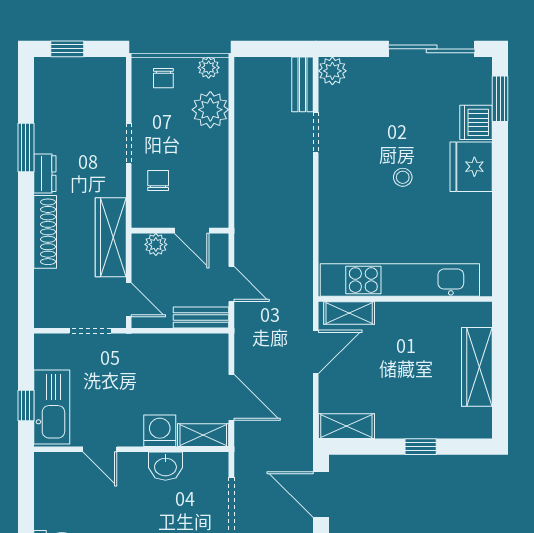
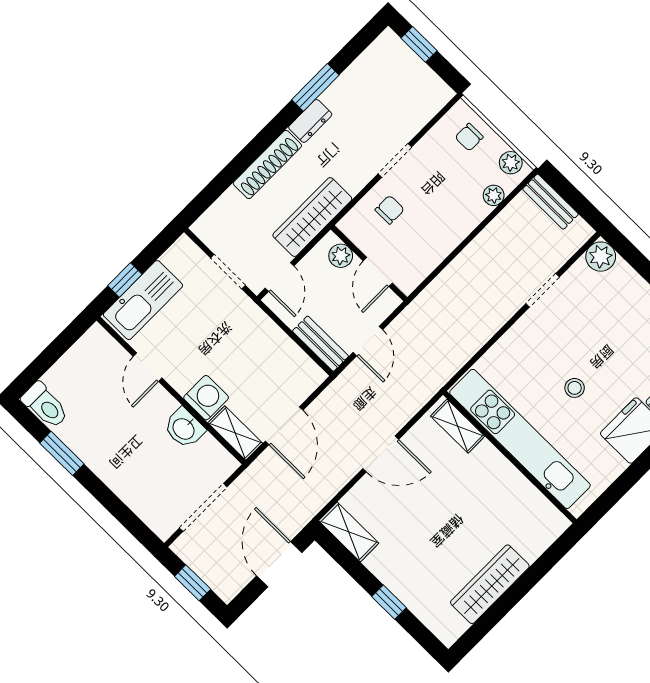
bench: (303, 84) -> (550, 202), moved, turned 90
plant: (210, 110) -> (494, 195), width x0.53, depth x0.53
kitchen unit: (400, 280) -> (520, 439), moved
wall: (405, 299) -> (510, 457), moved
shelving: (349, 313) -> (458, 426), moved

